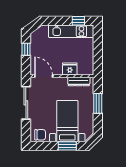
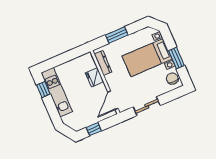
sliding door: (26, 103) -> (147, 106), width x0.73
window: (67, 146) -> (176, 58), moved

